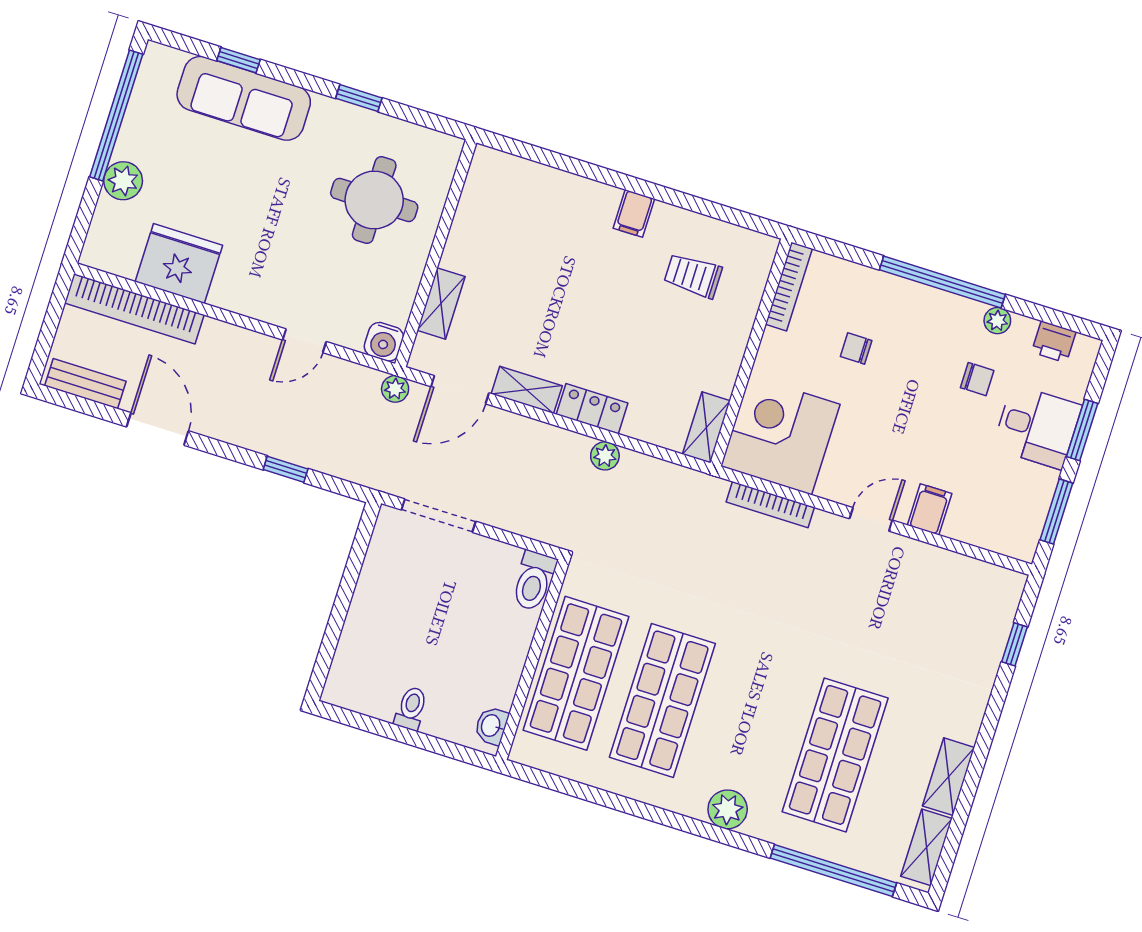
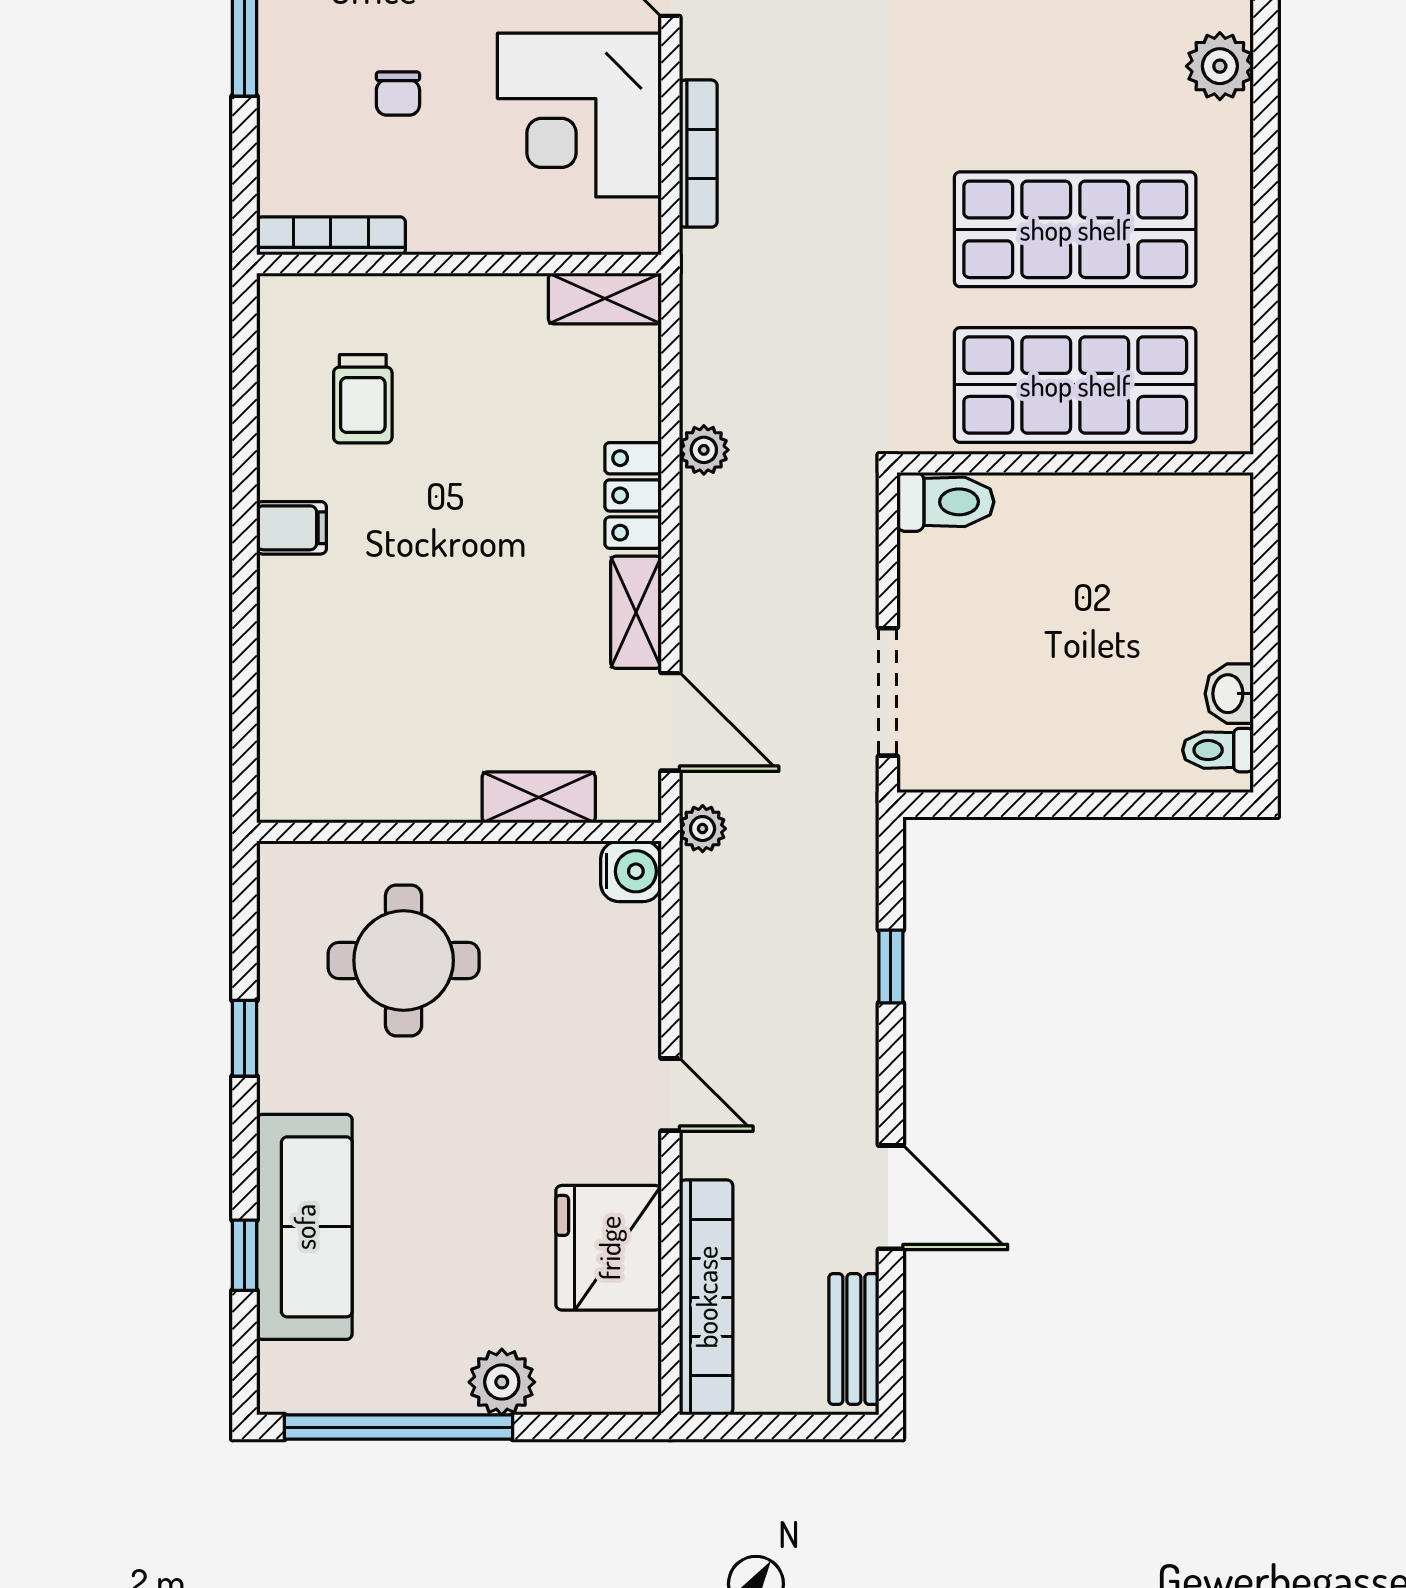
door: (304, 341) -> (670, 1095), moved
door: (157, 429) -> (891, 1197), swing flipped
corner desk: (780, 435) -> (579, 115), moved
toilet: (411, 708) -> (1218, 750), moved
washbasin: (491, 726) -> (1229, 694), moved, turned 90

